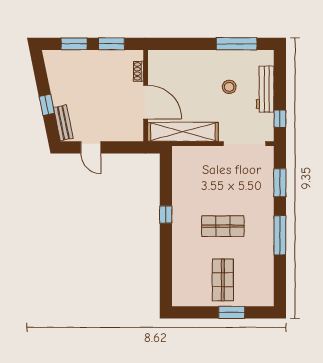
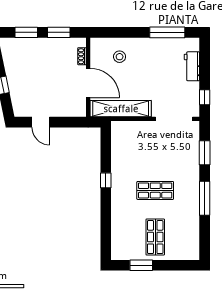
stool: (229, 87) -> (120, 57), moved
workbench: (265, 89) -> (192, 66), width x0.73
bench: (63, 123) -> (17, 101), removed
window: (232, 312) -> (141, 265), moved

